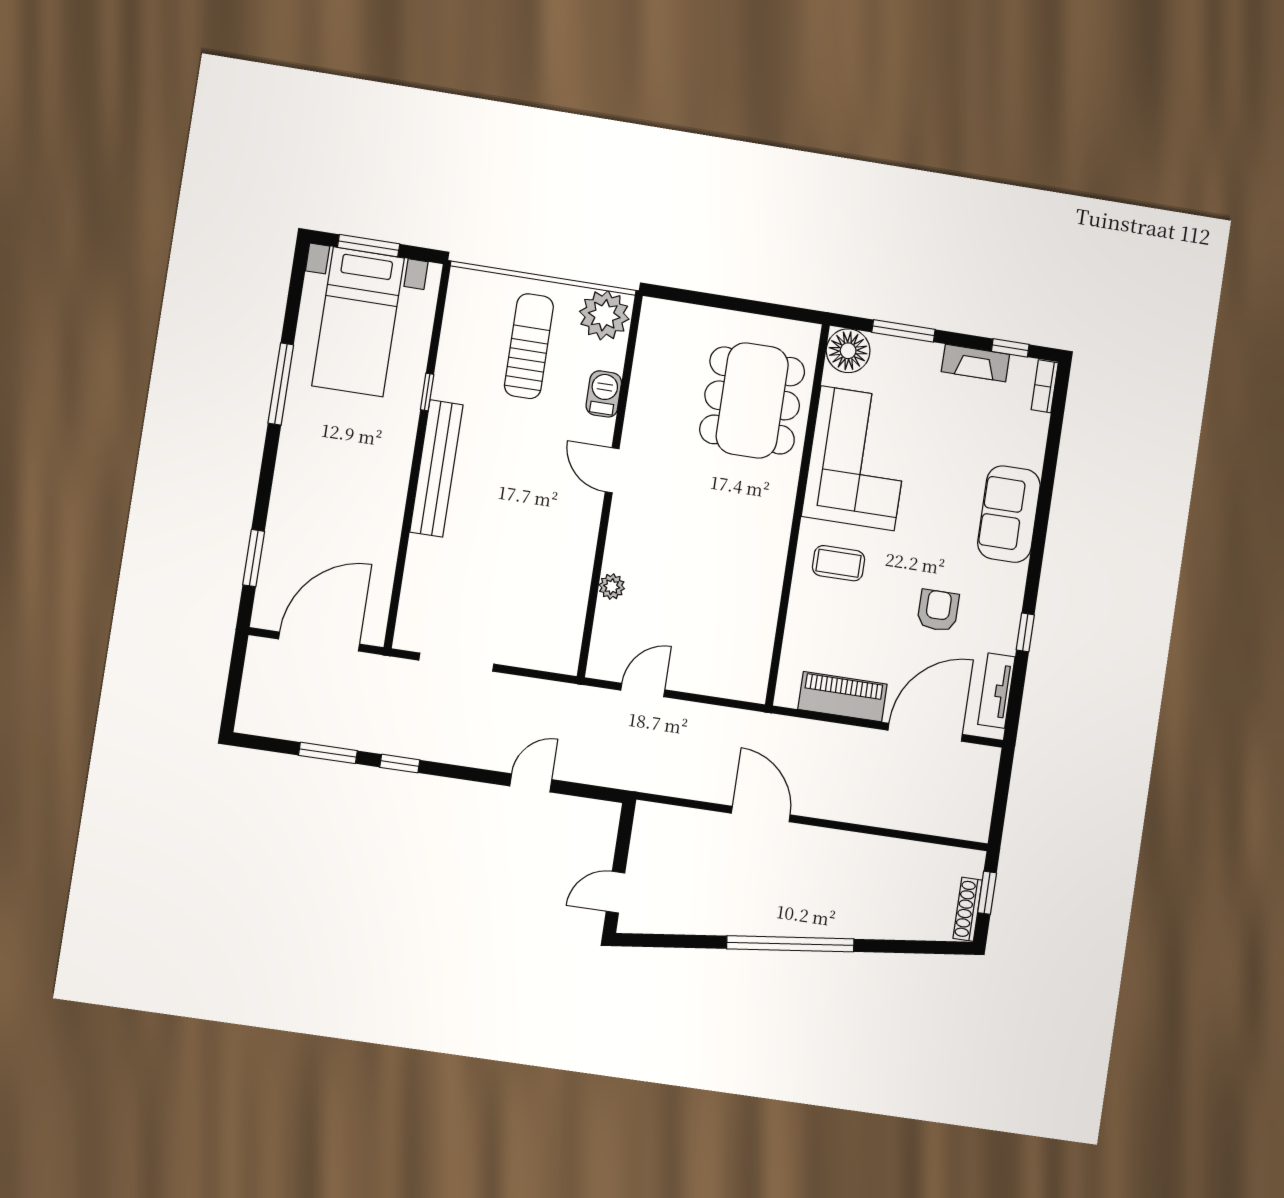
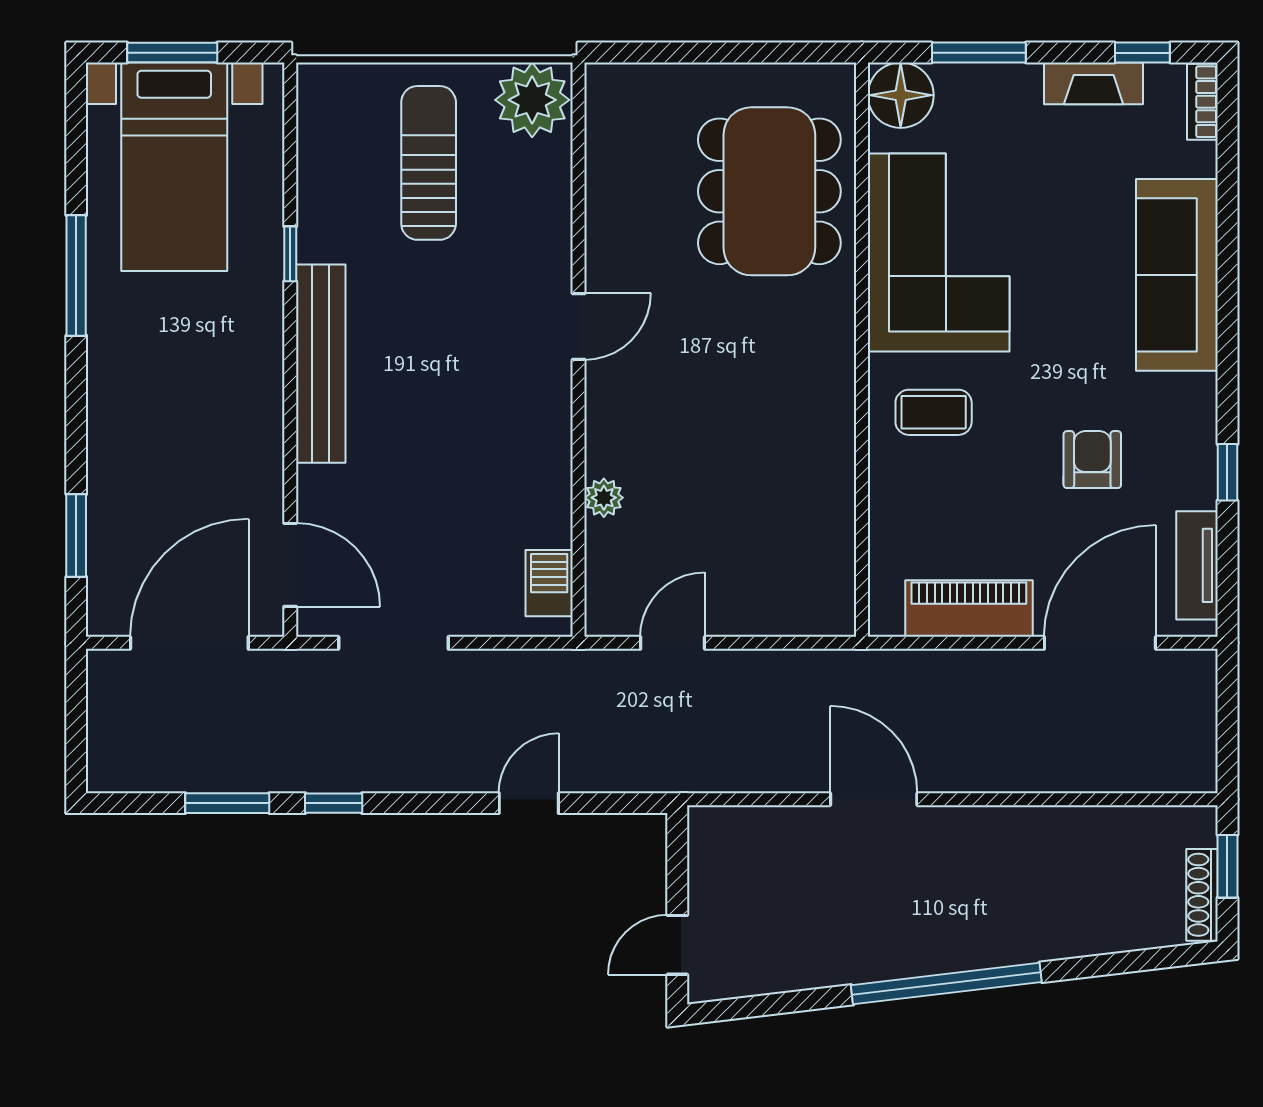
barbecue: (604, 394) -> (549, 583), moved
door: (612, 470) -> (579, 326), swing flipped
sofa: (1009, 514) -> (1177, 275), width x1.36
door: (395, 600) -> (290, 565), added

